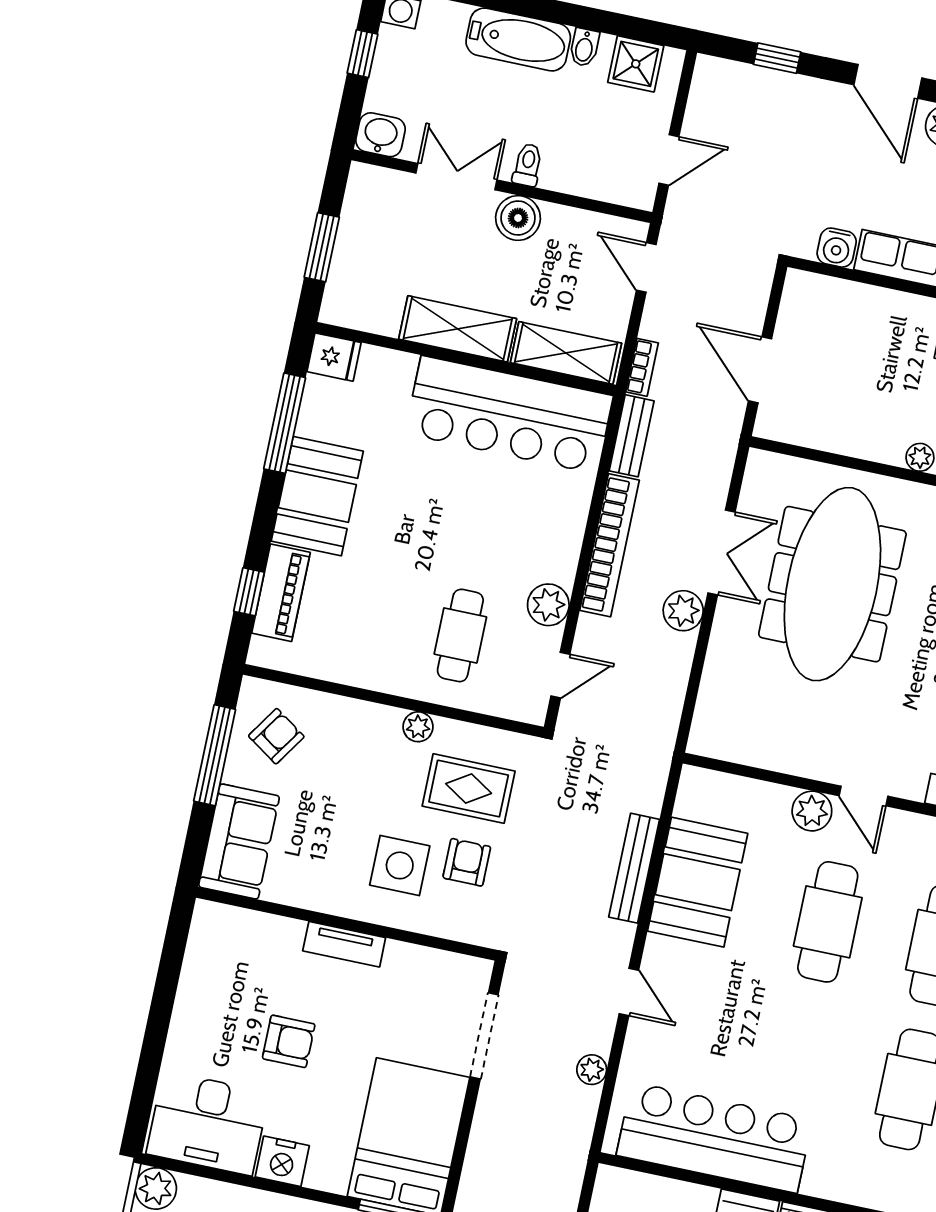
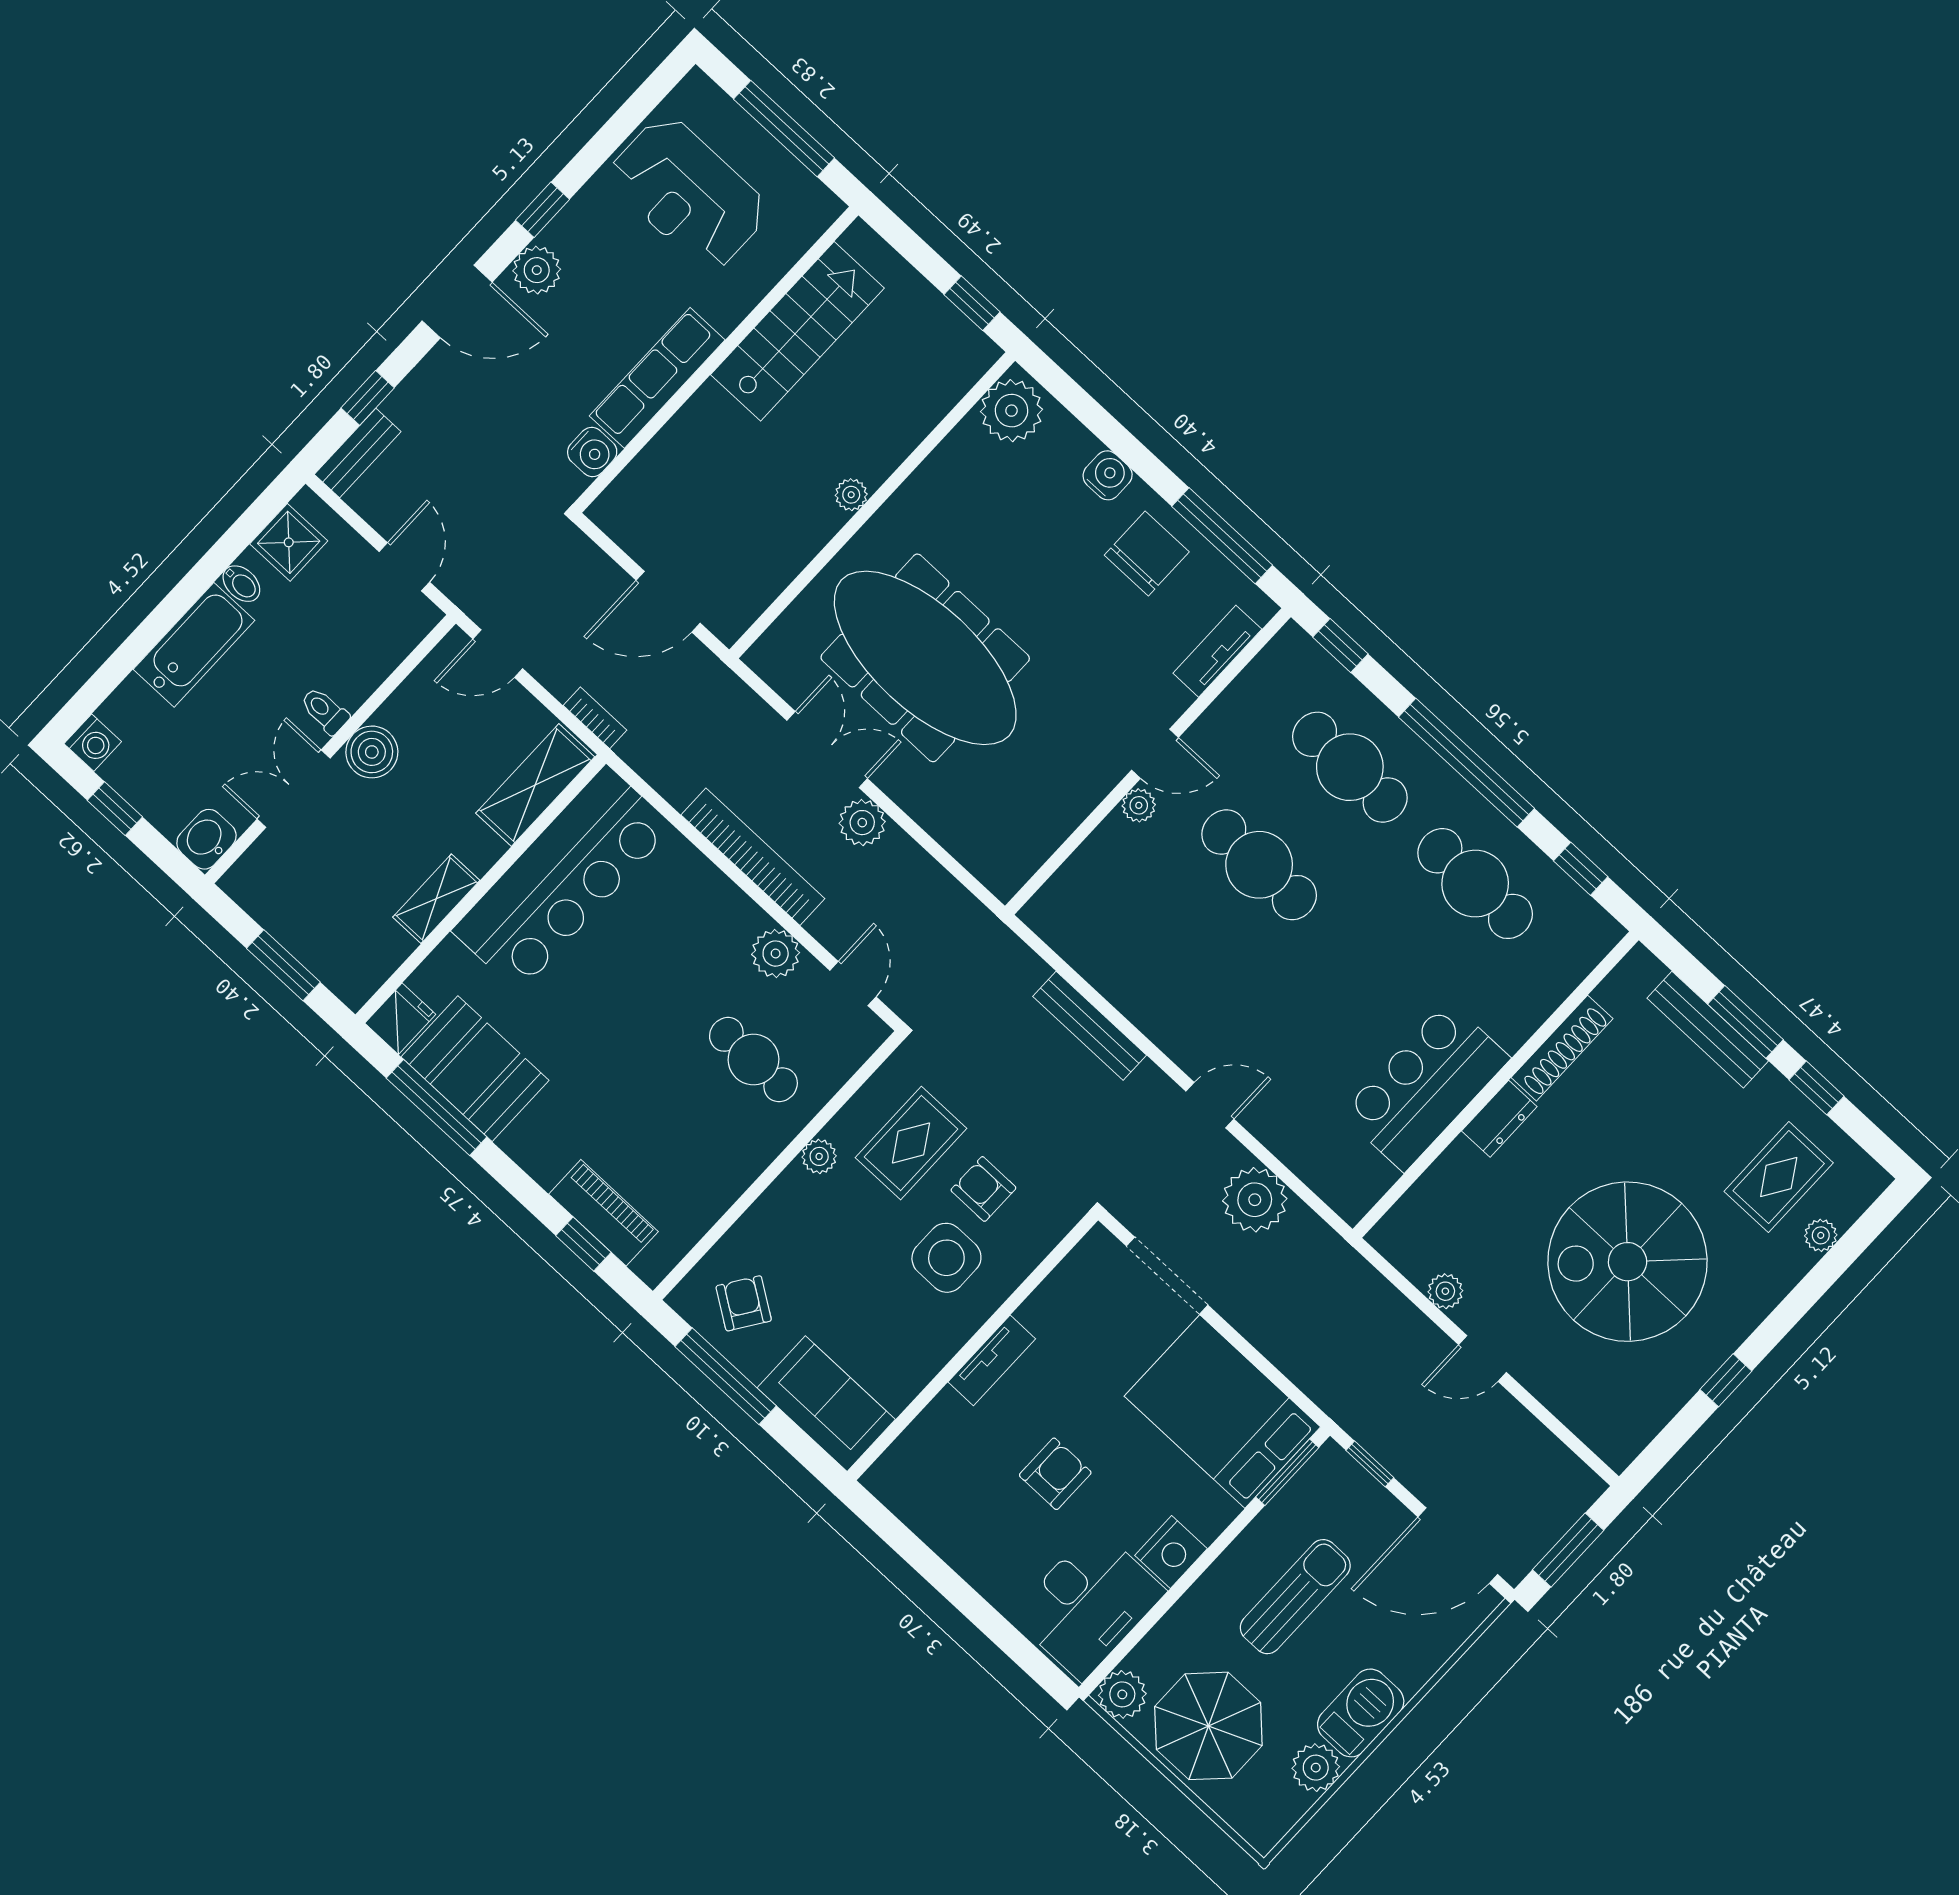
shelving: (458, 329) -> (436, 899), width x0.67, depth x0.75
bench: (632, 436) -> (358, 453), moved, turned 90
booth: (317, 496) -> (475, 1069), moved
plant: (812, 811) -> (1139, 805), width x0.73, depth x0.73
booth: (698, 882) -> (1141, 971), removed
plant: (592, 1070) -> (1255, 1200), width x1.88, depth x1.88
bar counter: (714, 1138) -> (1426, 1086), width x0.73

